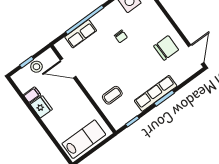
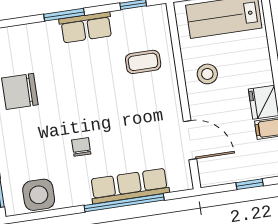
row of seats: (81, 34) -> (129, 186), width x1.48
stool: (36, 67) -> (207, 74), moved
row of seats: (156, 93) -> (86, 27), width x0.68

